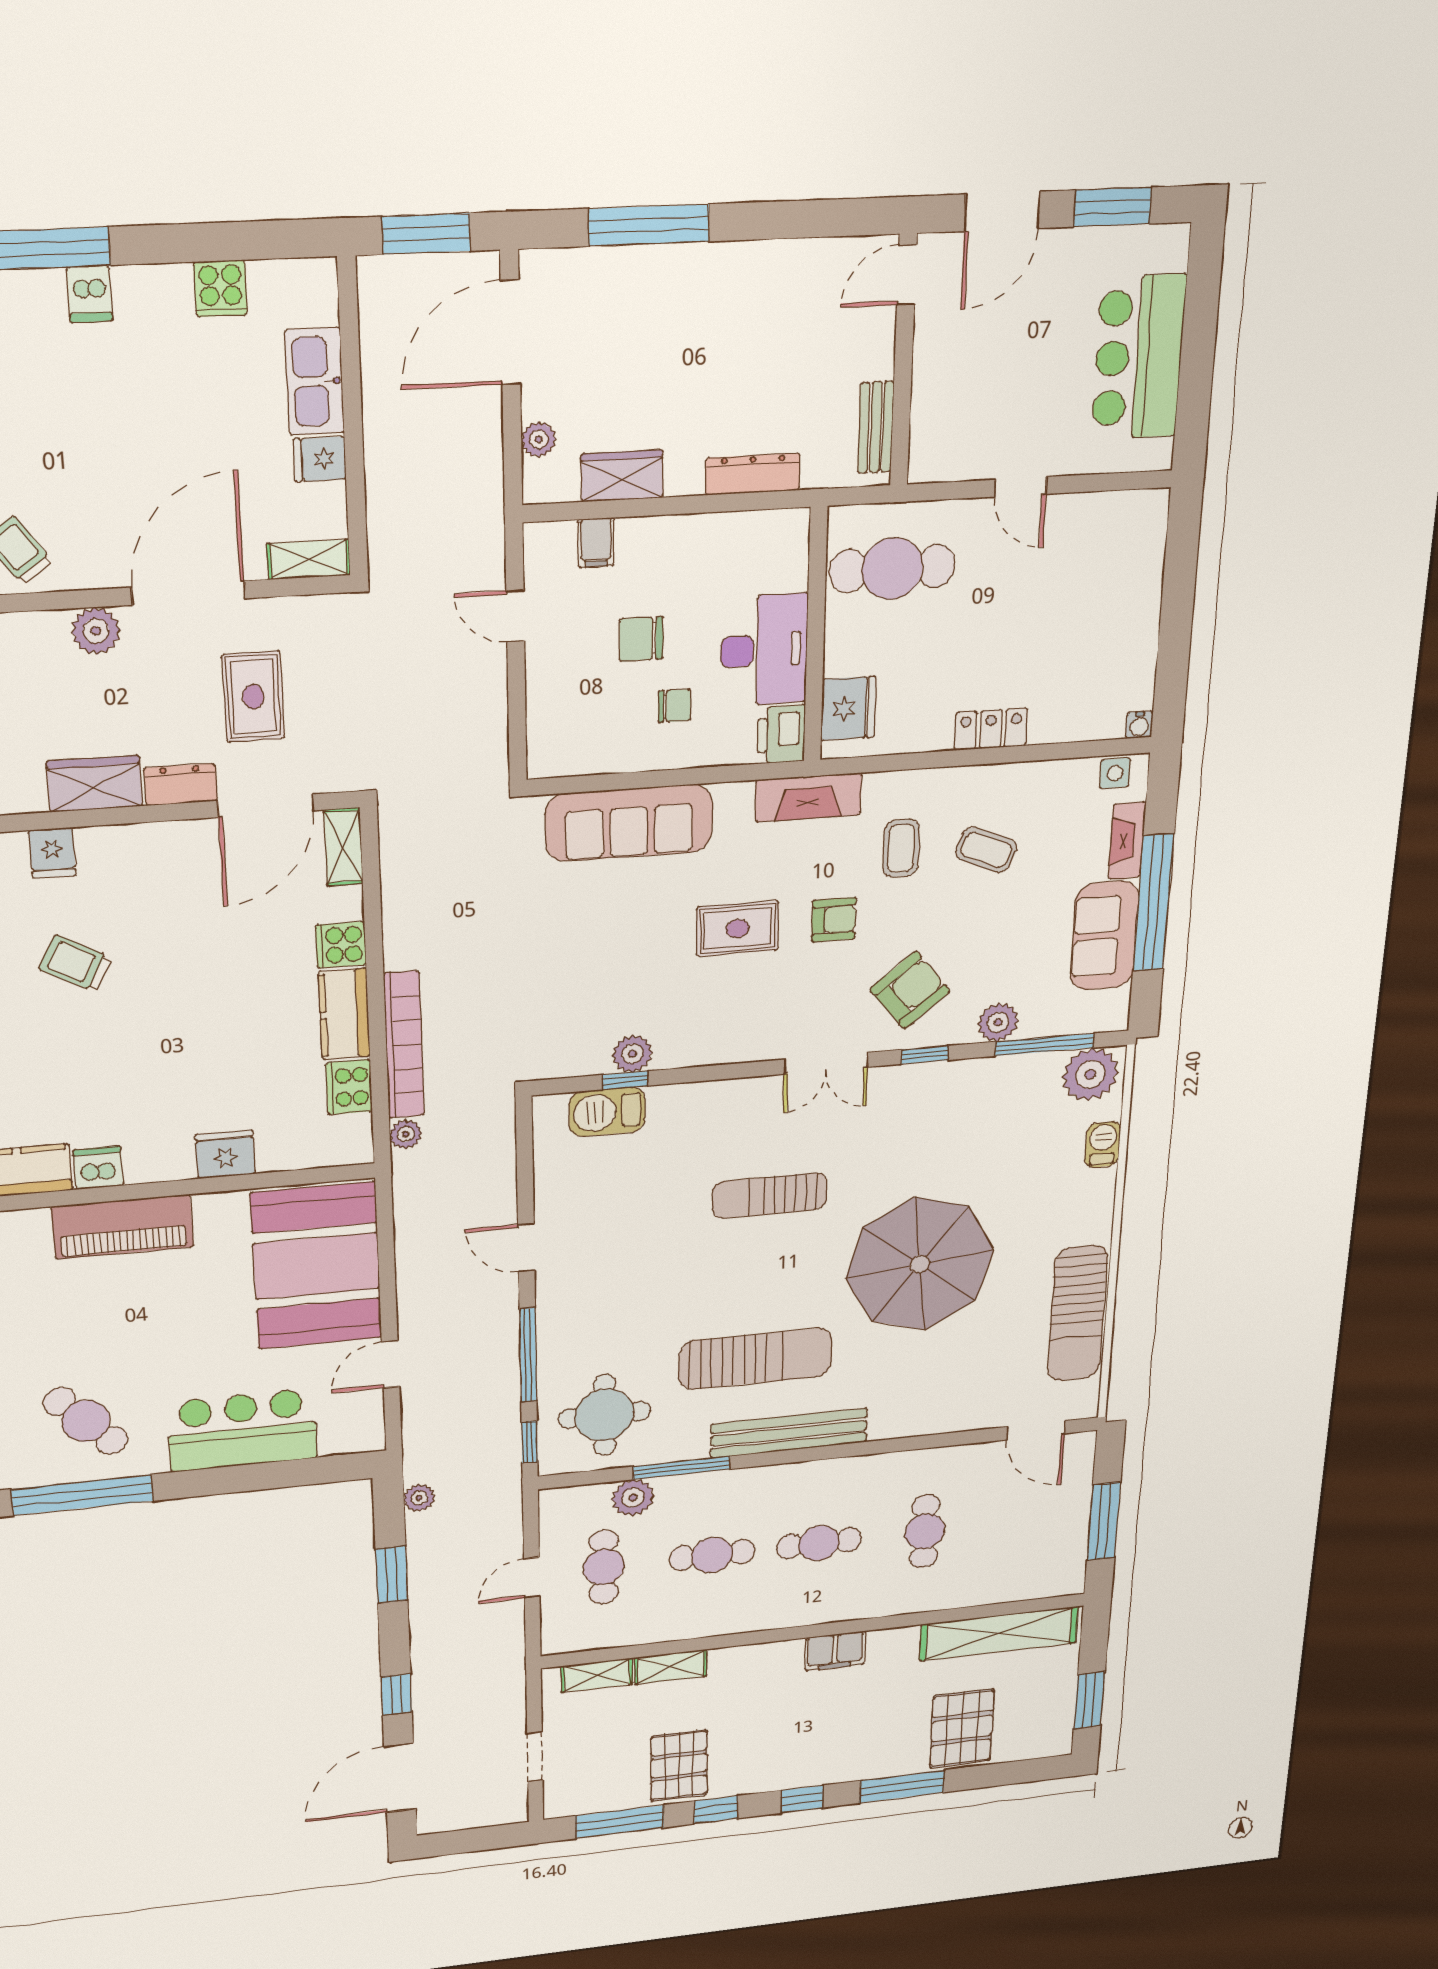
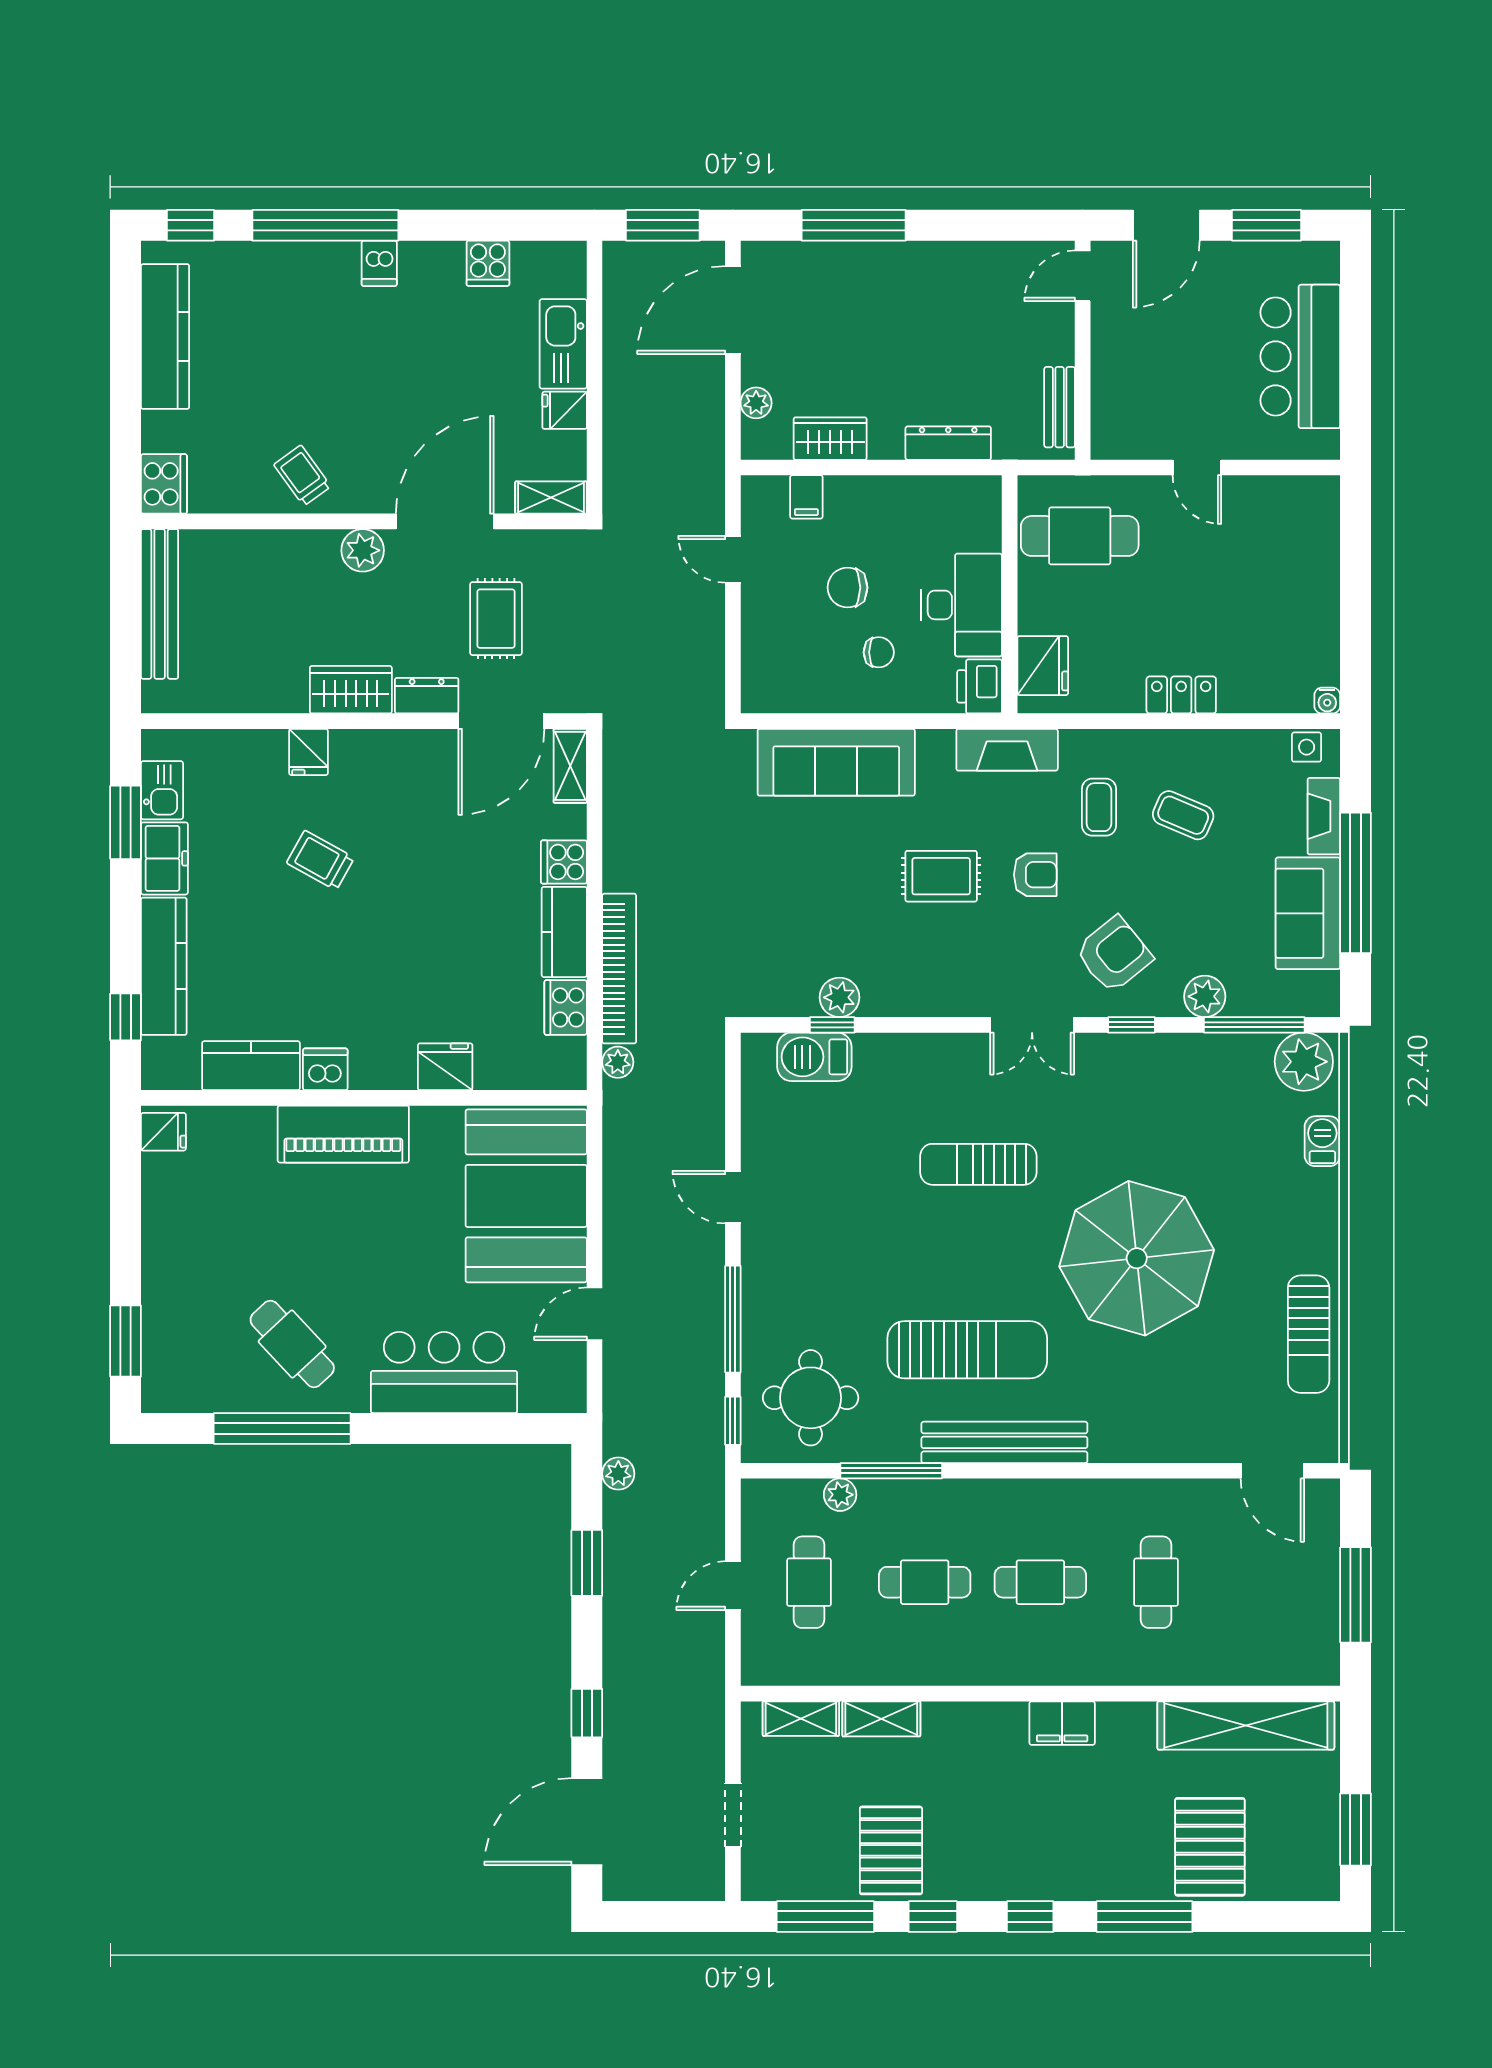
sun lounger: (1077, 1313) -> (1309, 1334), width x0.73, depth x0.75
plant: (633, 1498) -> (840, 1495), width x0.73, depth x0.73

